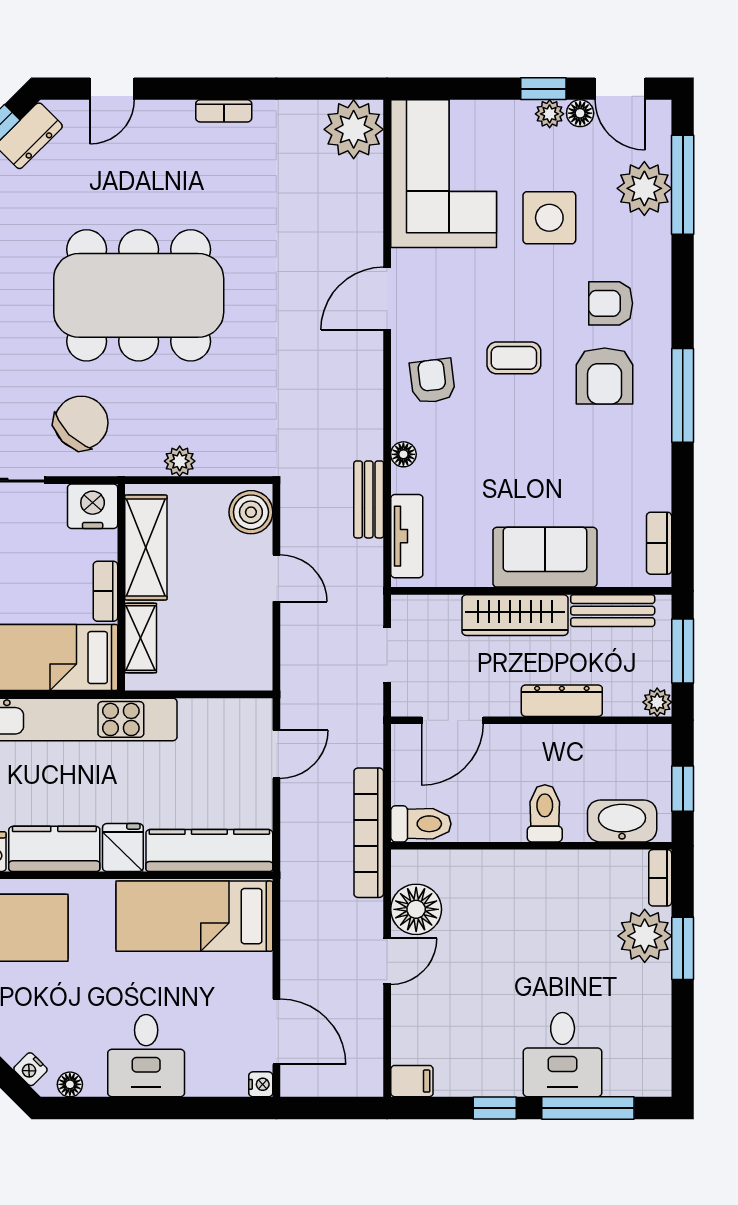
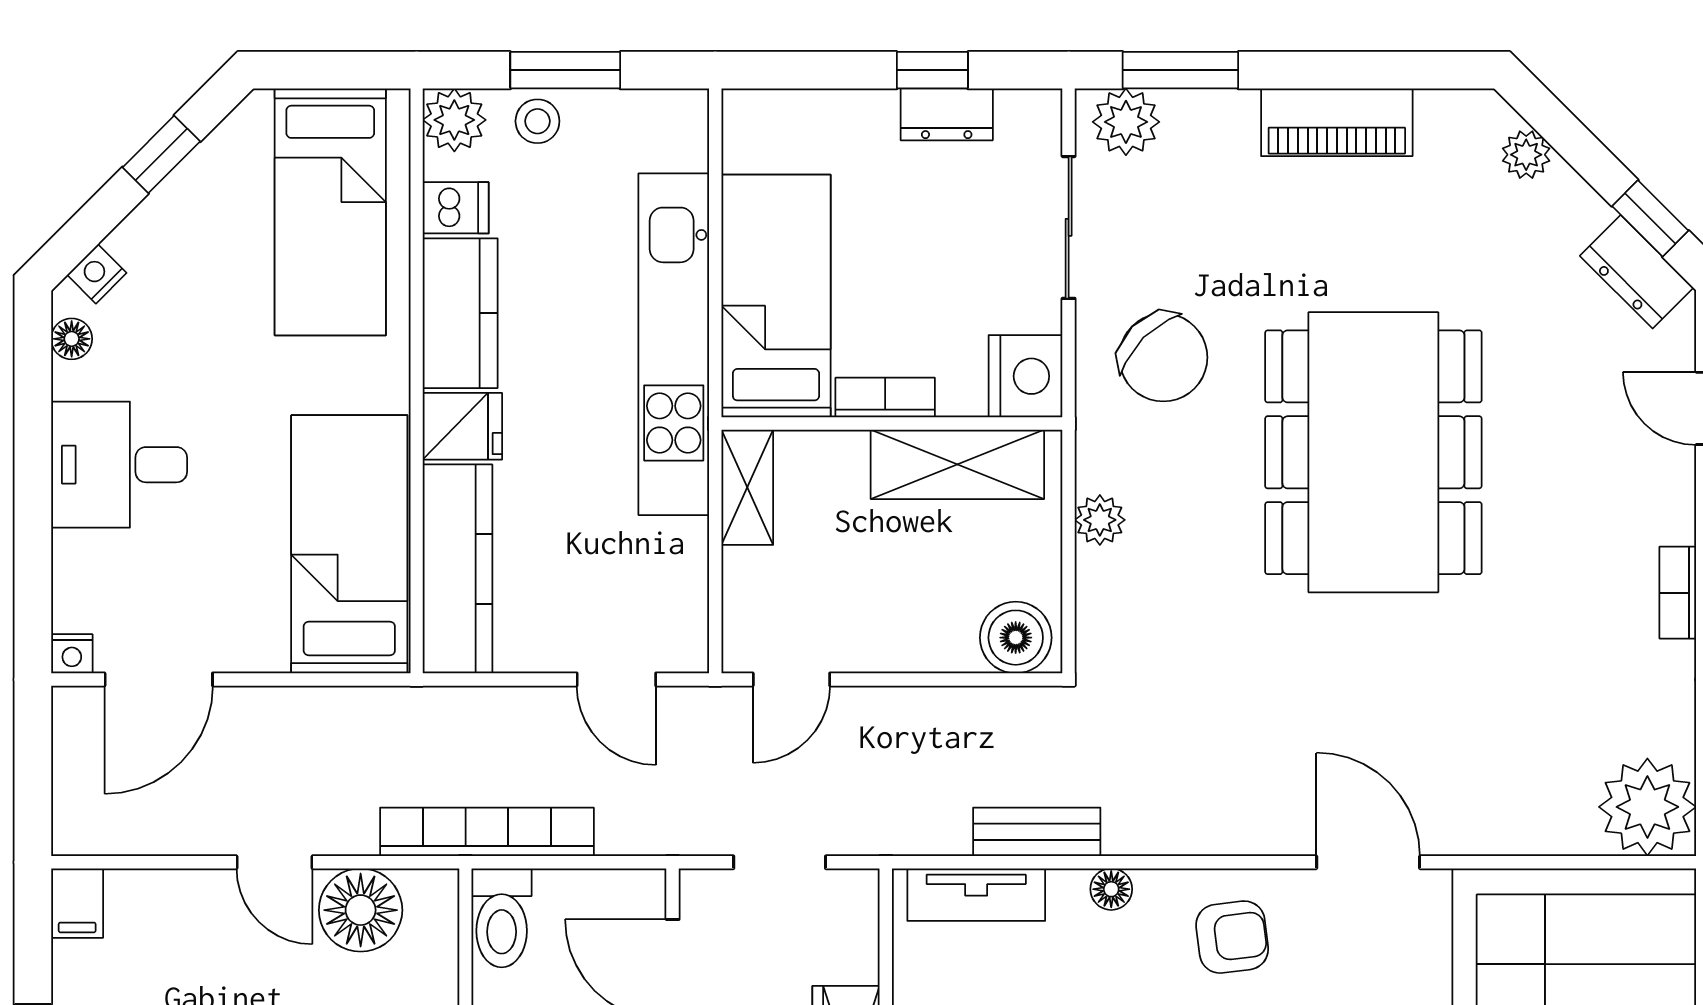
door: (276, 578) -> (791, 679), moved
shelving: (141, 638) -> (747, 487), moved, turned 90

